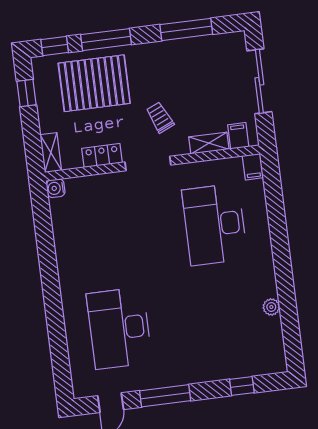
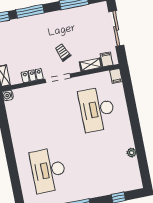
pallet: (94, 83) -> (25, 36), removed

